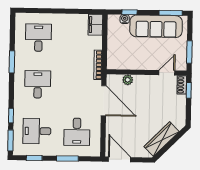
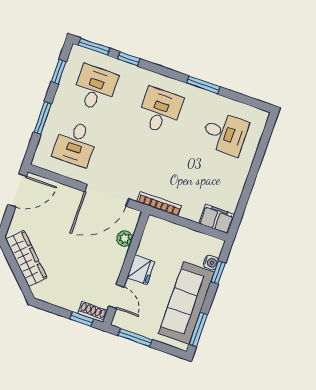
fridge: (144, 63) -> (141, 270), added
desk: (38, 84) -> (160, 111), turned -90
desk: (77, 132) -> (76, 143), turned -90

